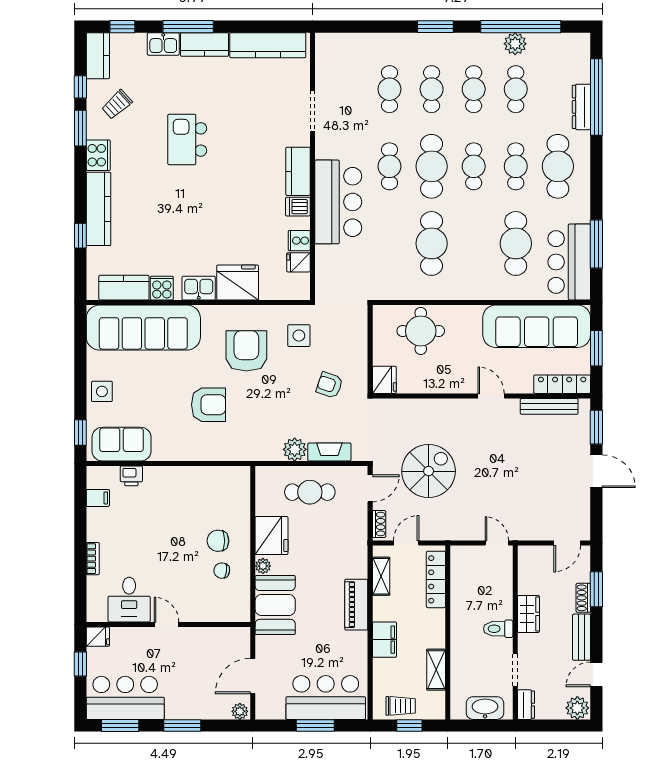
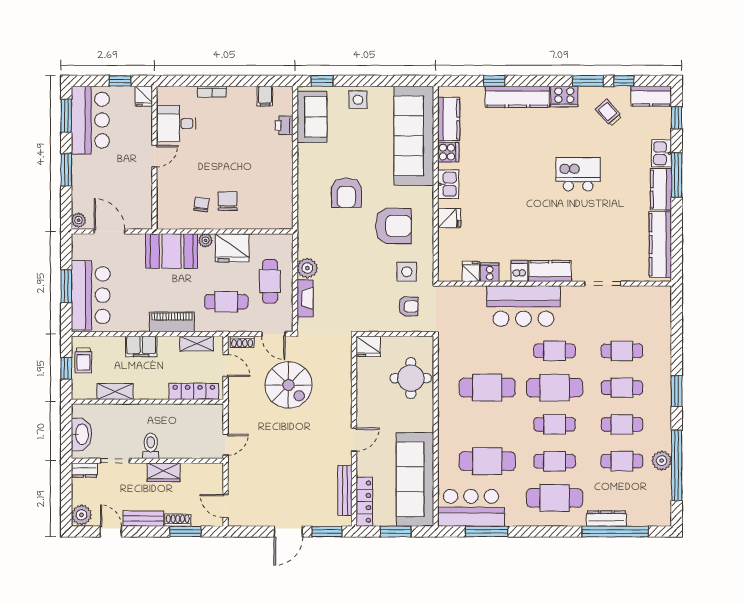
fridge: (238, 282) -> (449, 218), width x0.53, depth x0.75
armchair: (329, 385) -> (408, 306), moved, turned 71
cafe table: (333, 542) -> (226, 302), added

